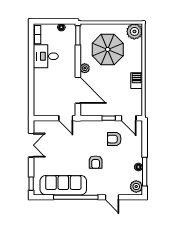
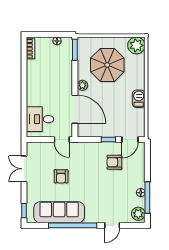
desk: (46, 56) -> (40, 119), moved
door: (129, 118) -> (130, 140), hinge flipped
double door: (31, 145) -> (24, 169), swing flipped
armchair: (96, 162) -> (61, 176), moved
door: (112, 197) -> (112, 225), hinge flipped

